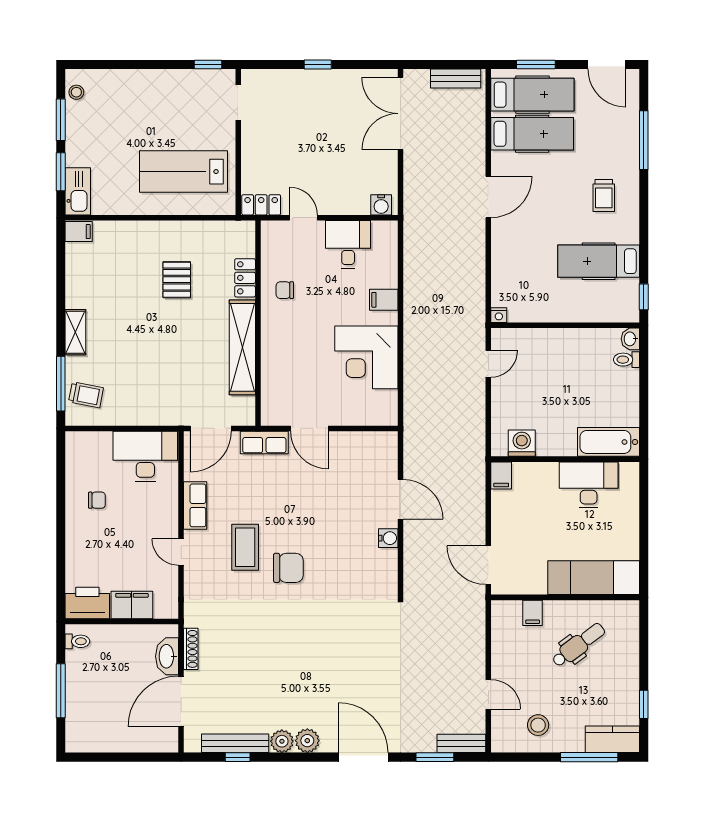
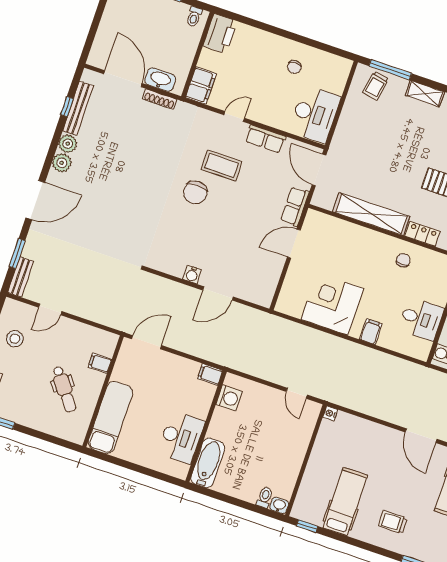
filing cabinet: (132, 605) -> (201, 86), moved

